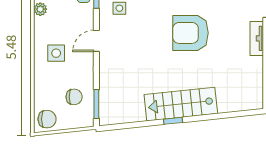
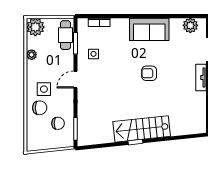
armchair: (190, 33) -> (149, 73), width x0.53, depth x0.53
chair: (47, 119) -> (40, 108), moved

